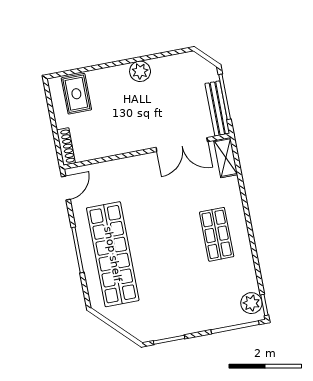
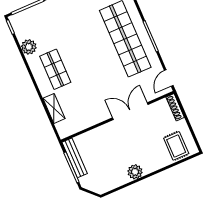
double door: (182, 145) -> (130, 111), moved
shelving: (226, 158) -> (54, 108), moved
plant: (251, 303) -> (29, 47), moved

